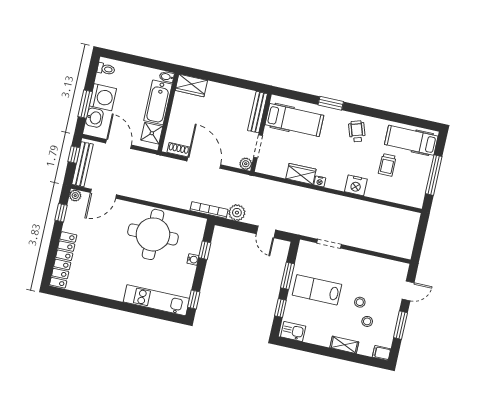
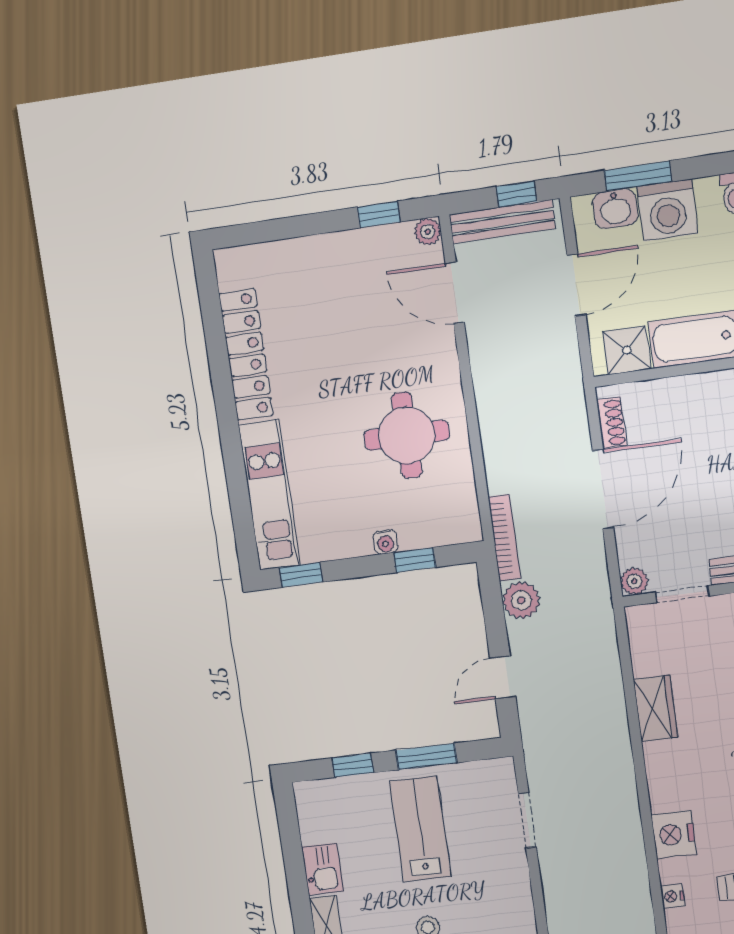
nightstand: (320, 181) -> (673, 896), moved
round table: (153, 234) -> (407, 435), width x0.73, depth x0.73
locker: (63, 260) -> (246, 354), moved, turned -90
kitchen sink: (293, 331) -> (323, 869), moved

